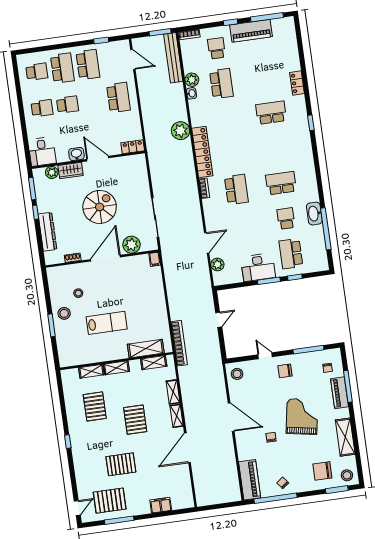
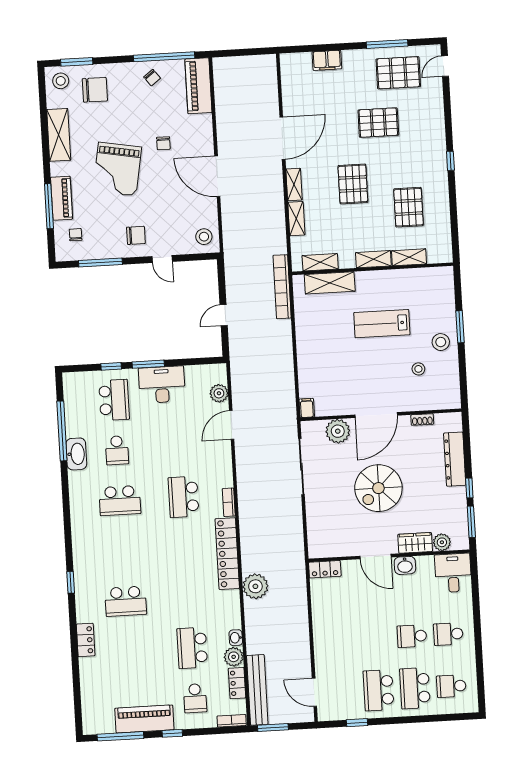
locker: (188, 61) -> (237, 683), added
school desk: (118, 97) -> (339, 640), removed

